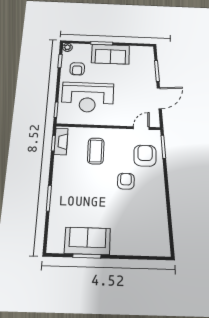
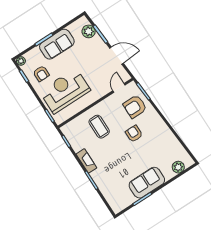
plant: (147, 62) -> (89, 31), added
reception desk: (88, 97) -> (65, 91), turned 180
door: (159, 98) -> (116, 56), hinge flipped
fireplace: (61, 142) -> (86, 161), moved
armchair: (145, 156) -> (135, 107), turned -90
sofa: (87, 241) -> (147, 183), moved
plant: (149, 248) -> (178, 167), added

